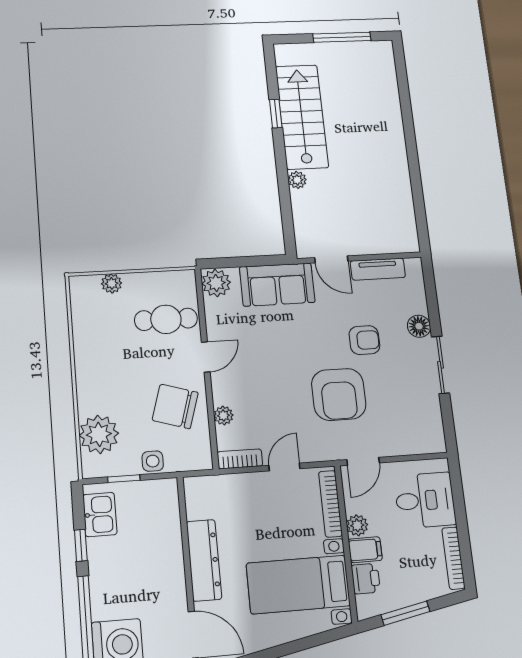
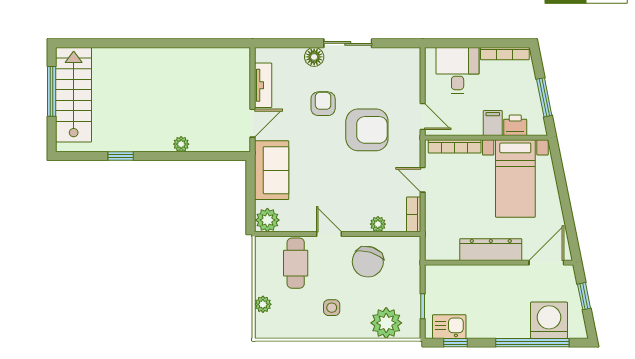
stairs: (302, 117) -> (74, 95), moved, turned 90
side table: (153, 461) -> (332, 308), moved
plant: (357, 525) -> (473, 127), removed
window: (81, 545) -> (455, 343), moved

